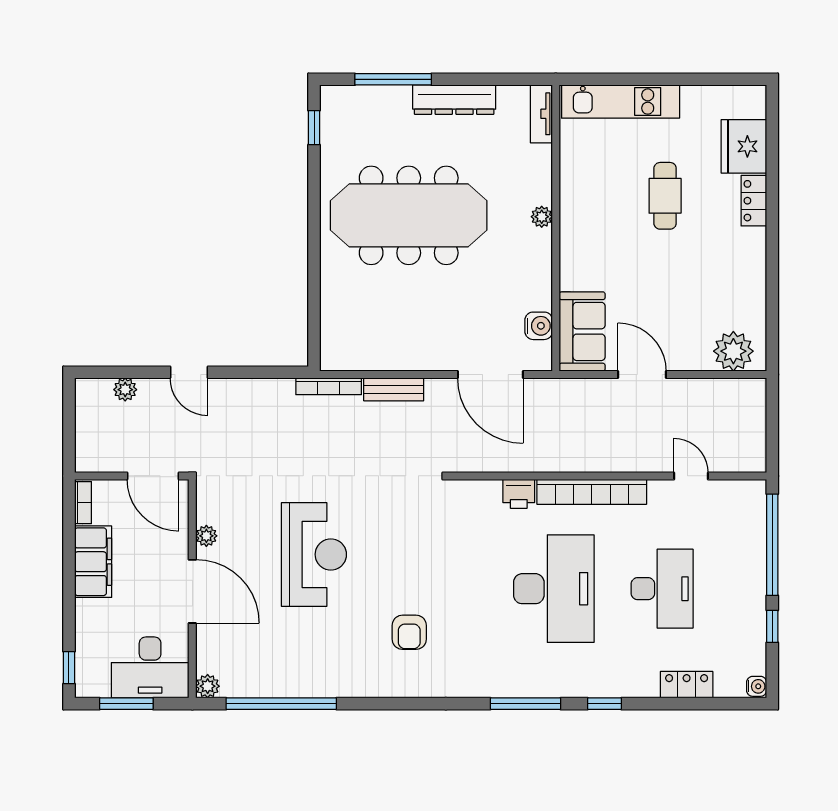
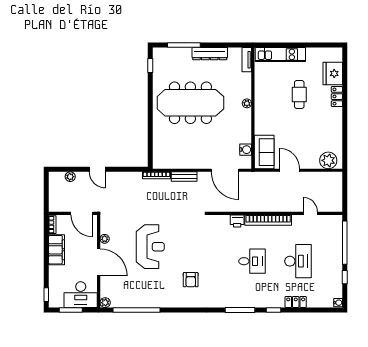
desk: (554, 589) -> (252, 261), width x0.53, depth x0.77
locker: (687, 685) -> (296, 302), moved

